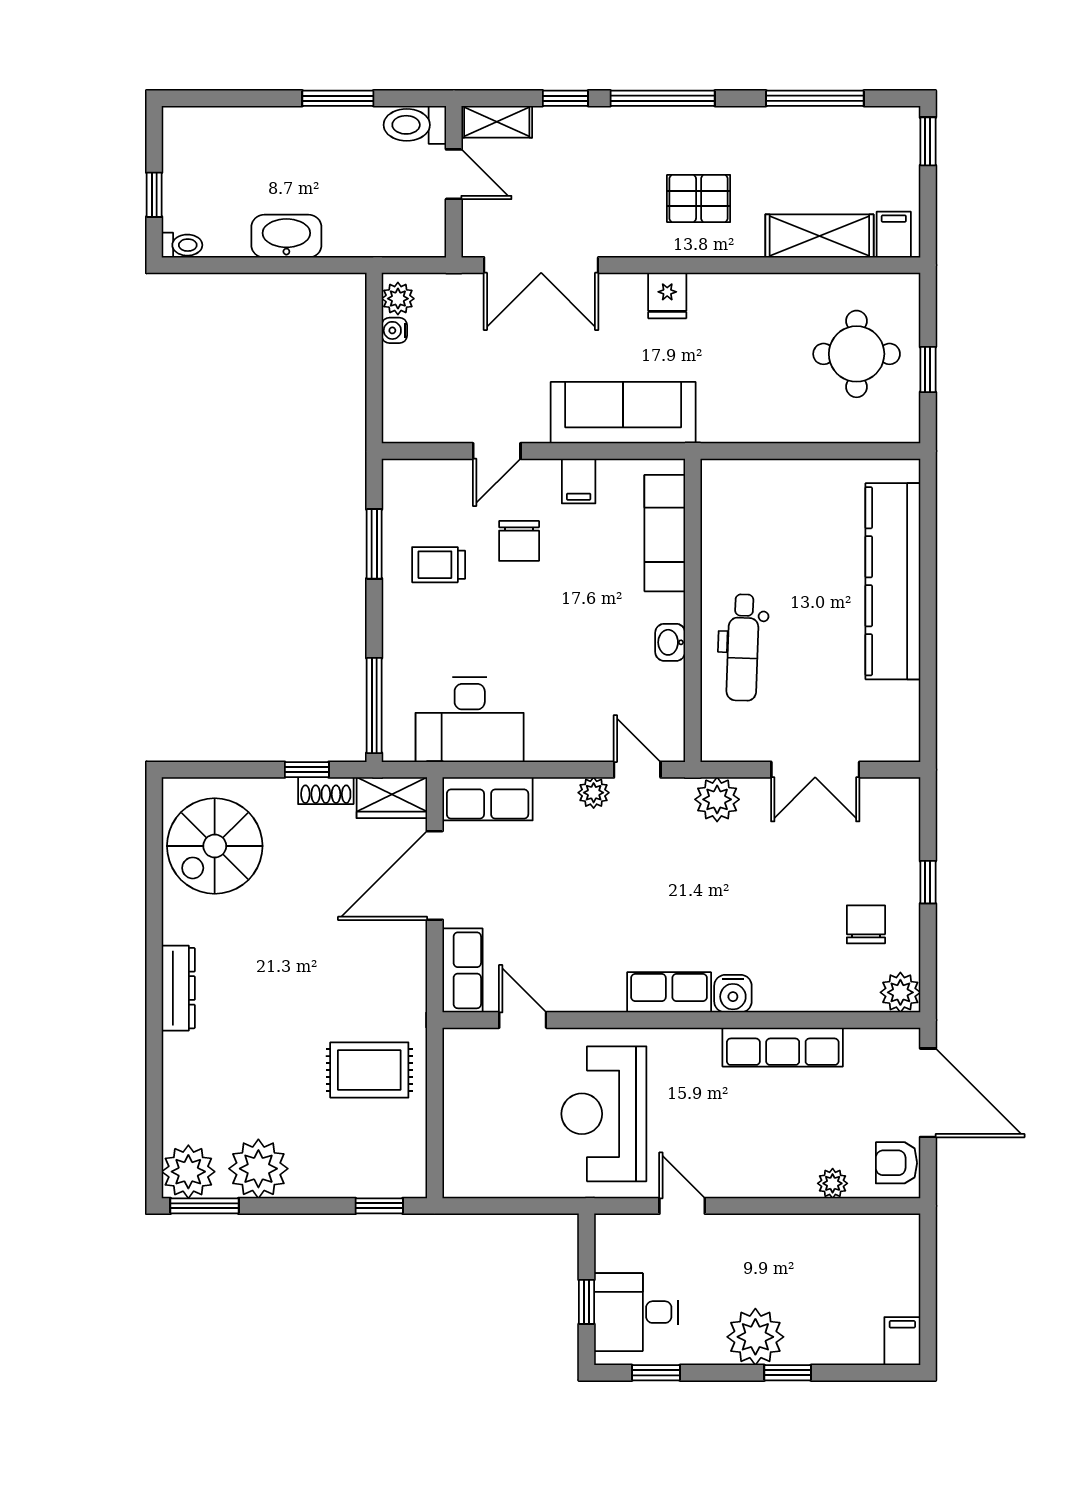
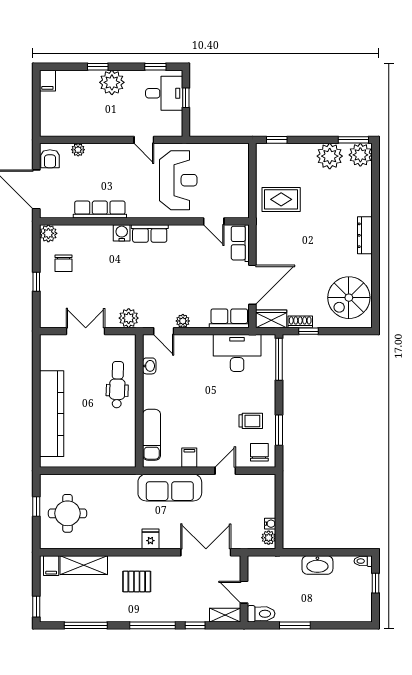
chair: (519, 541) -> (259, 452), moved
washbasin: (670, 642) -> (149, 366), moved
spiral stairs: (215, 846) -> (349, 298), turned 180
armchair: (896, 1163) -> (50, 159), turned 90

